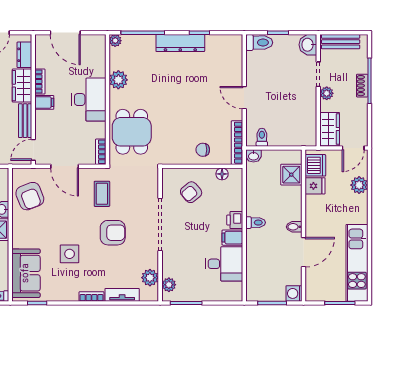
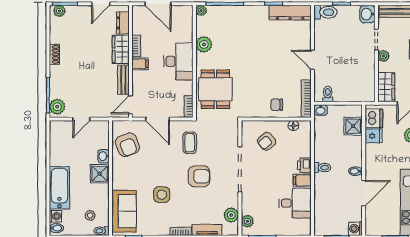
dresser: (180, 43) -> (290, 13), moved

